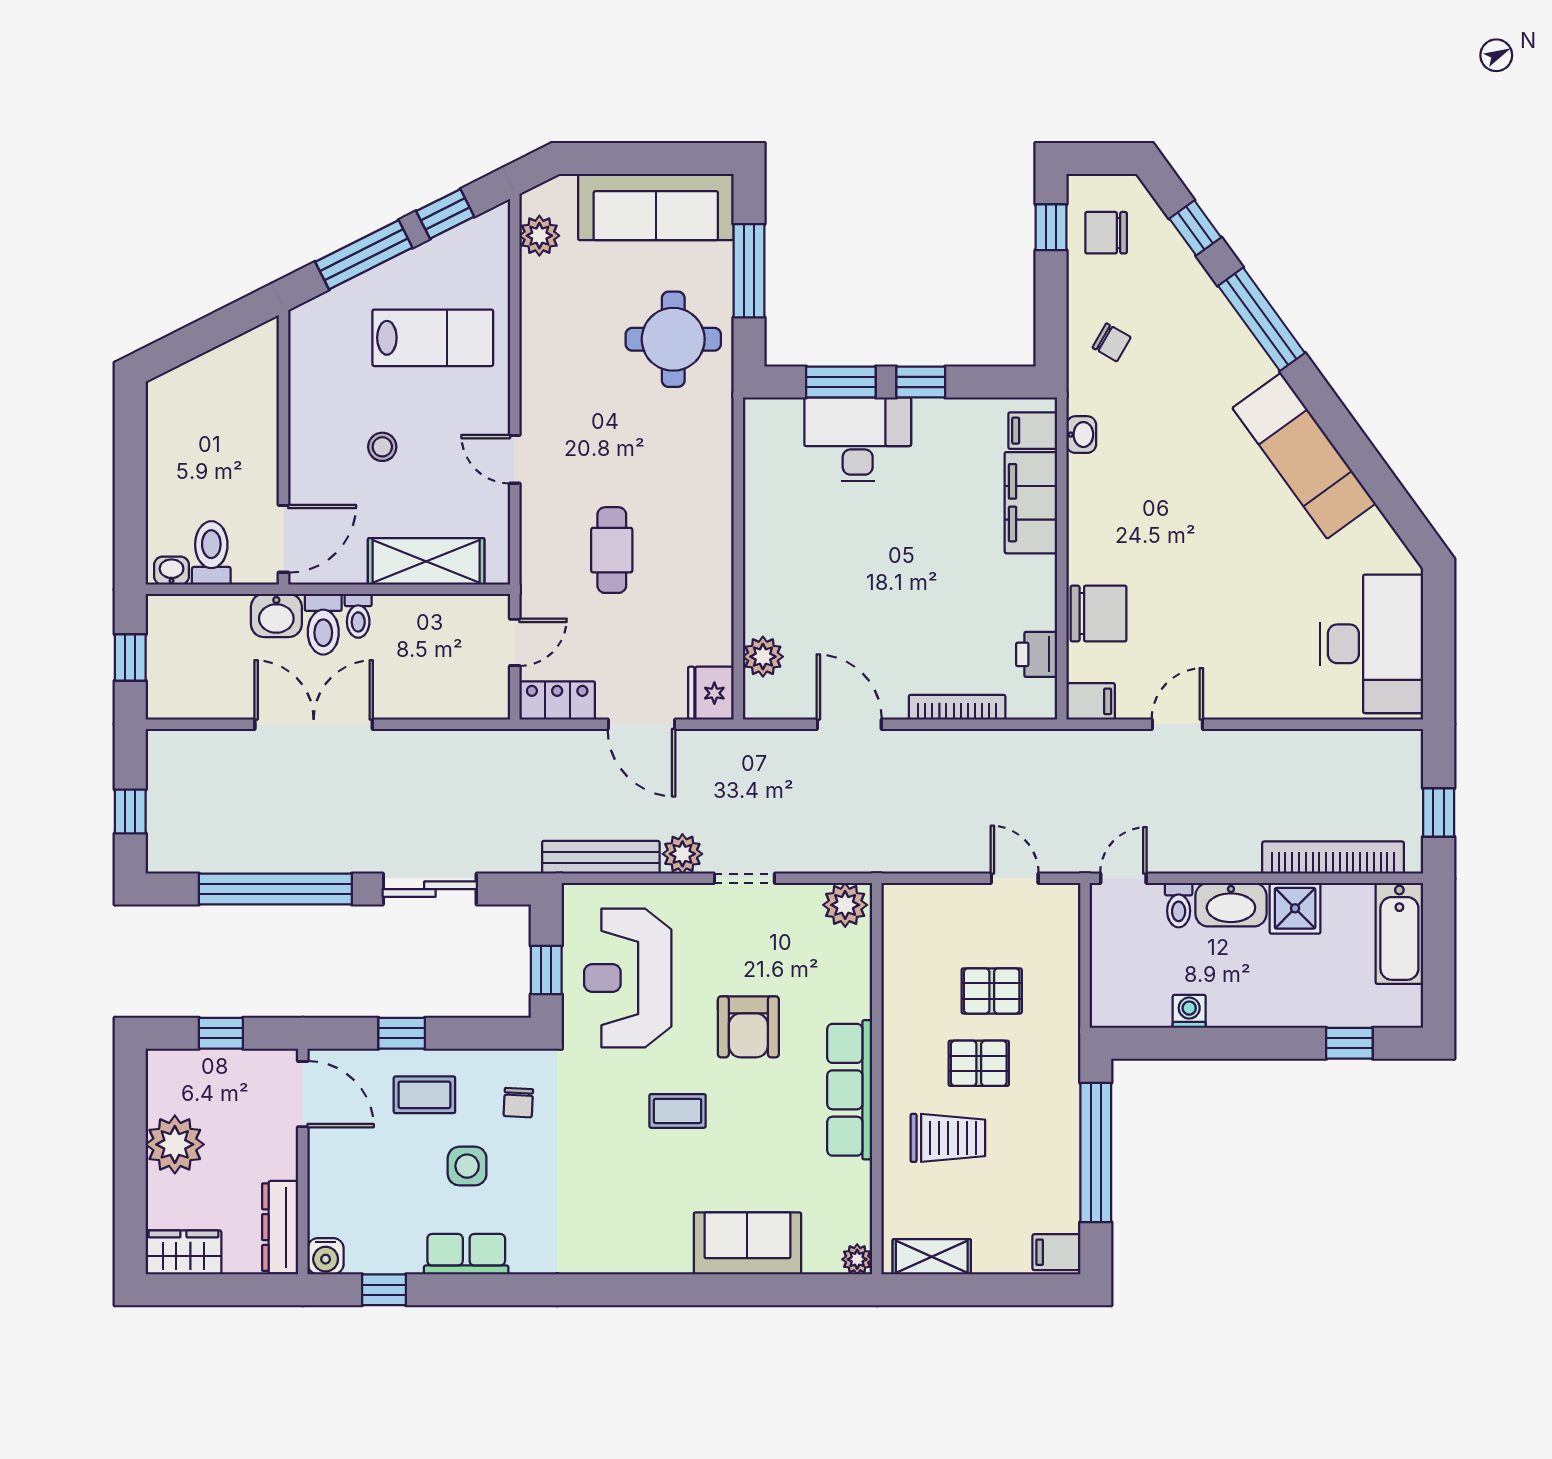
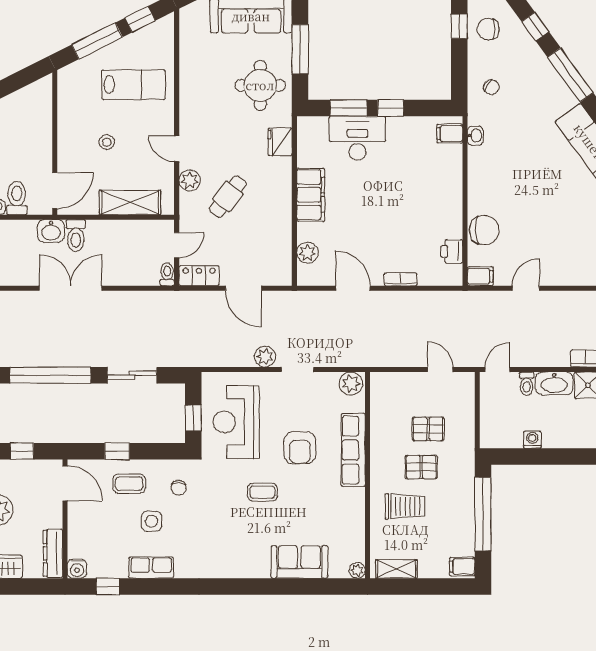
plant: (539, 236) -> (190, 180), moved
filing cabinet: (1031, 503) -> (311, 195), moved, turned 180
cafe table: (612, 550) -> (228, 196), turned 38
toilet: (358, 616) -> (167, 274), moved, turned 180
fridge: (711, 693) -> (280, 142), moved
bookcase: (957, 707) -> (401, 279), width x0.64
bench: (601, 857) -> (222, 358), removed
row of seats: (850, 1090) -> (353, 450), moved

